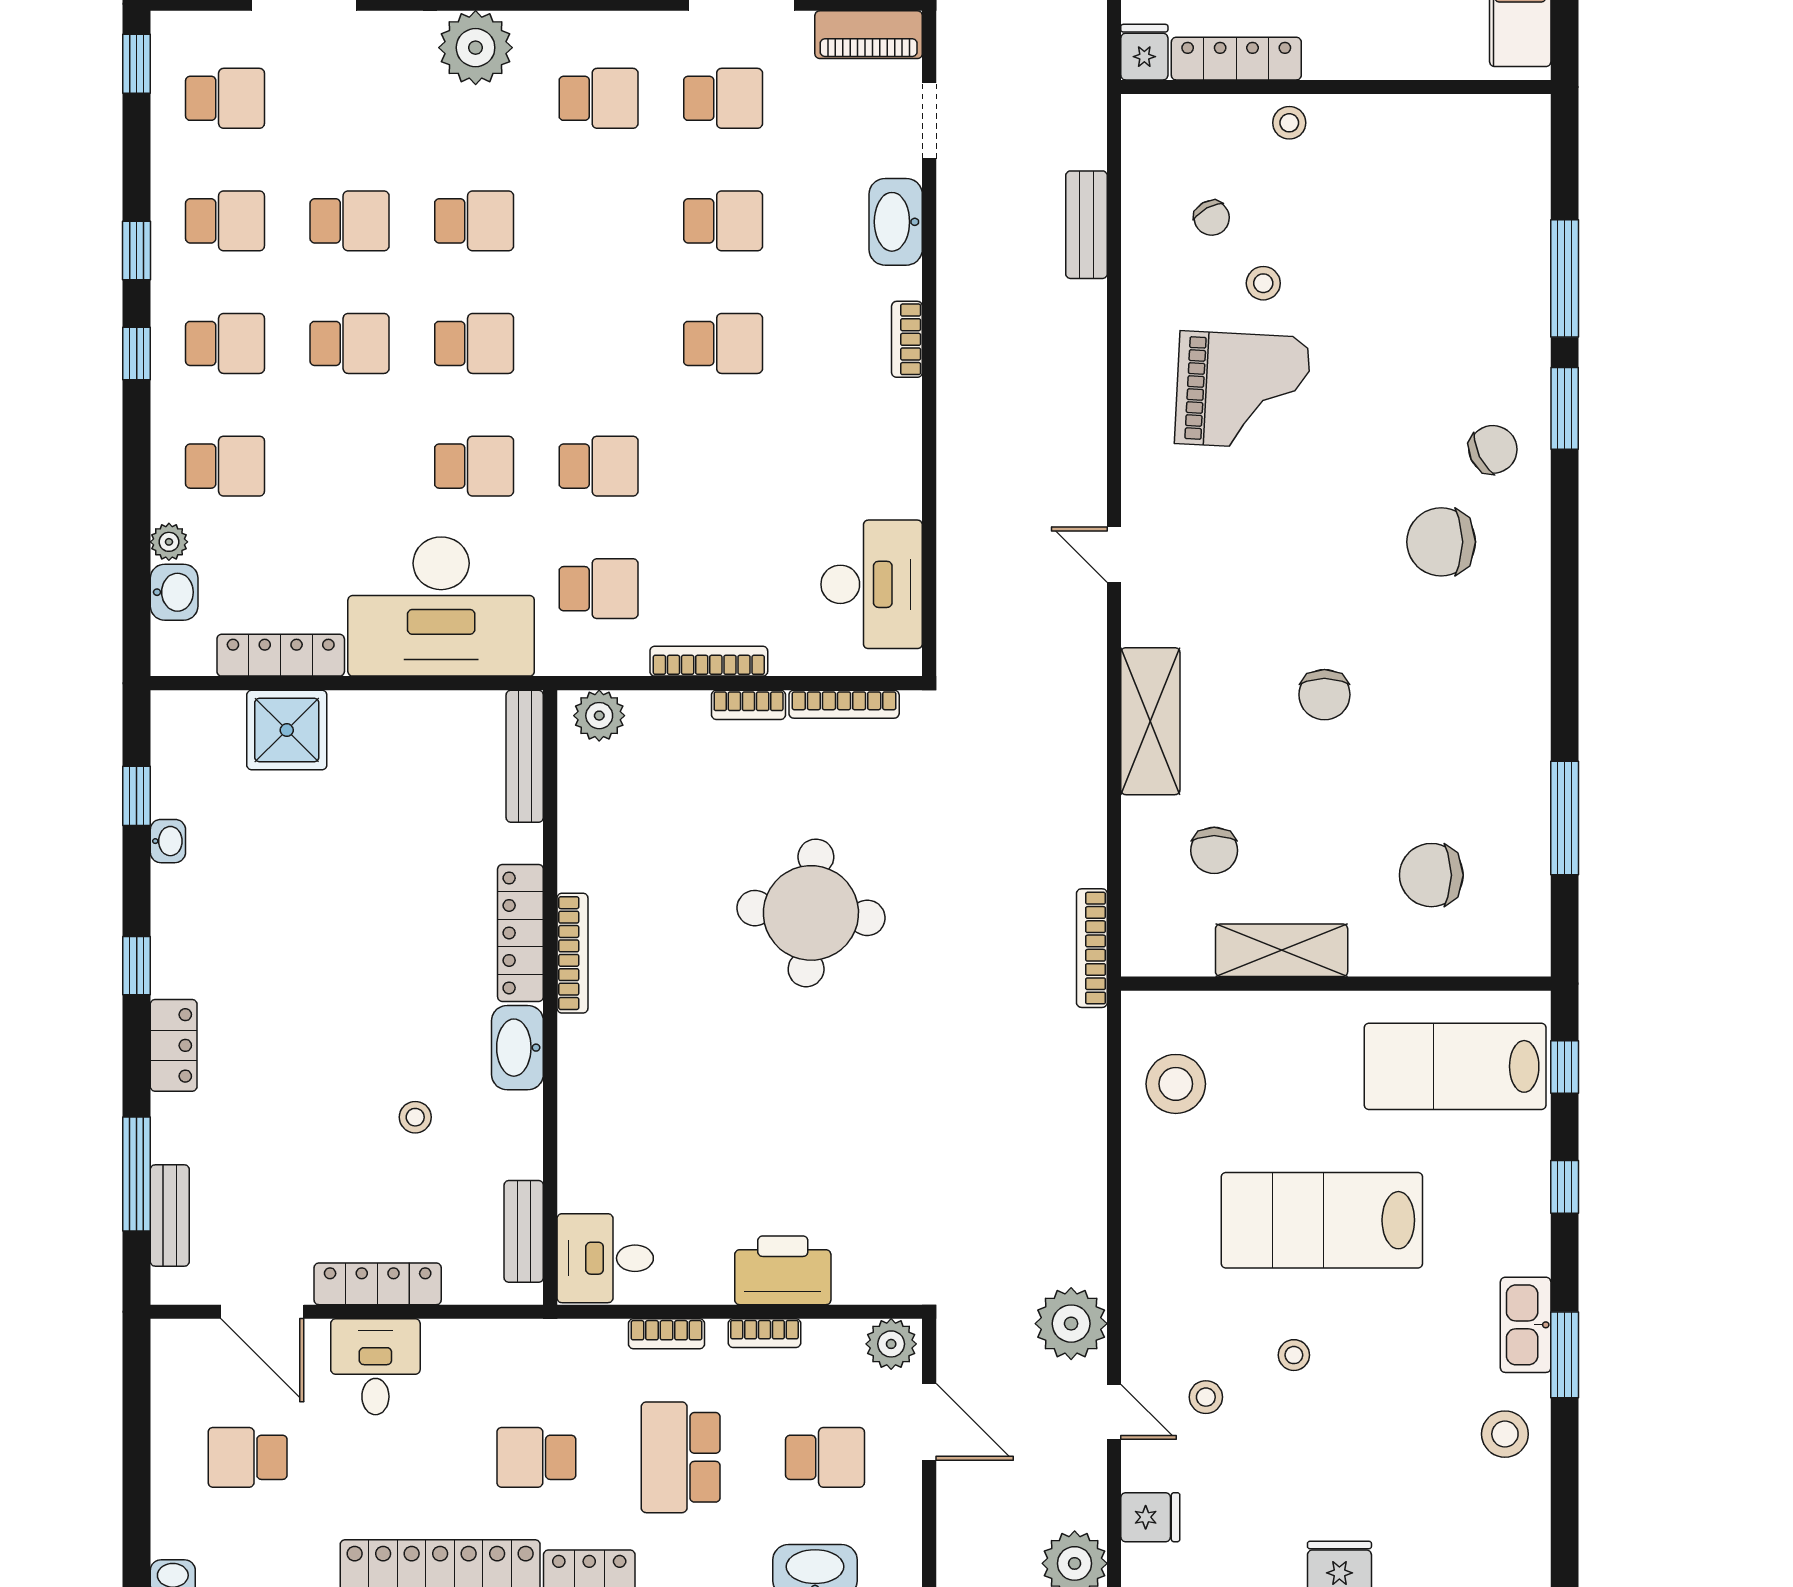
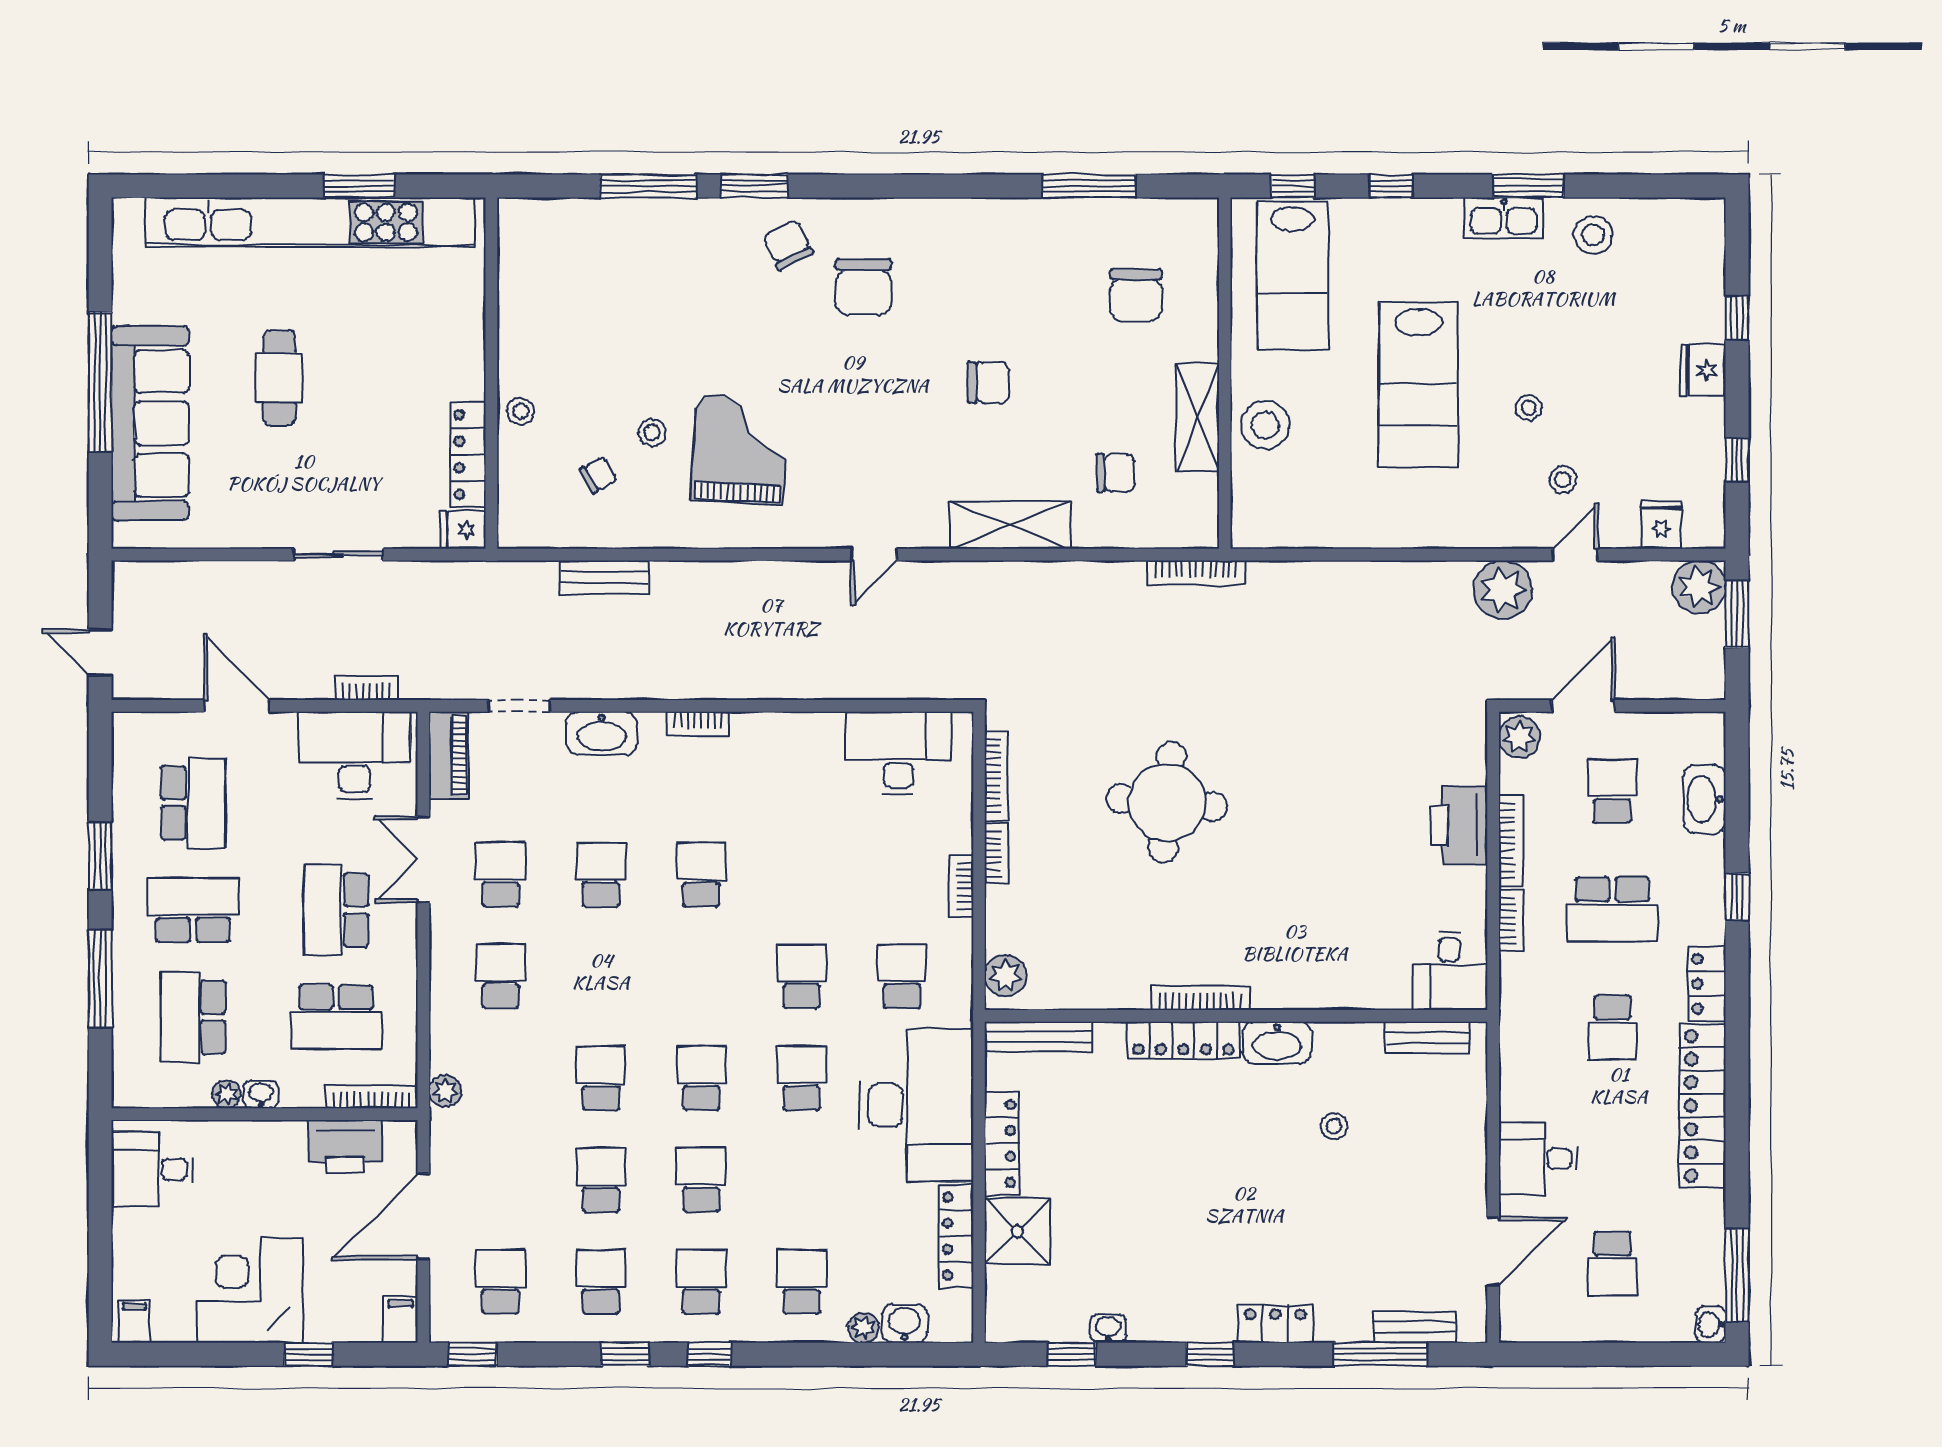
plant: (476, 48) -> (445, 1091), width x0.53, depth x0.53
bookcase: (709, 661) -> (961, 886), width x0.64
stool: (1176, 1084) -> (1265, 425), moved
locker: (378, 1284) -> (1002, 1144), moved, turned 180
bookcase: (764, 1333) -> (1511, 841), width x1.56

